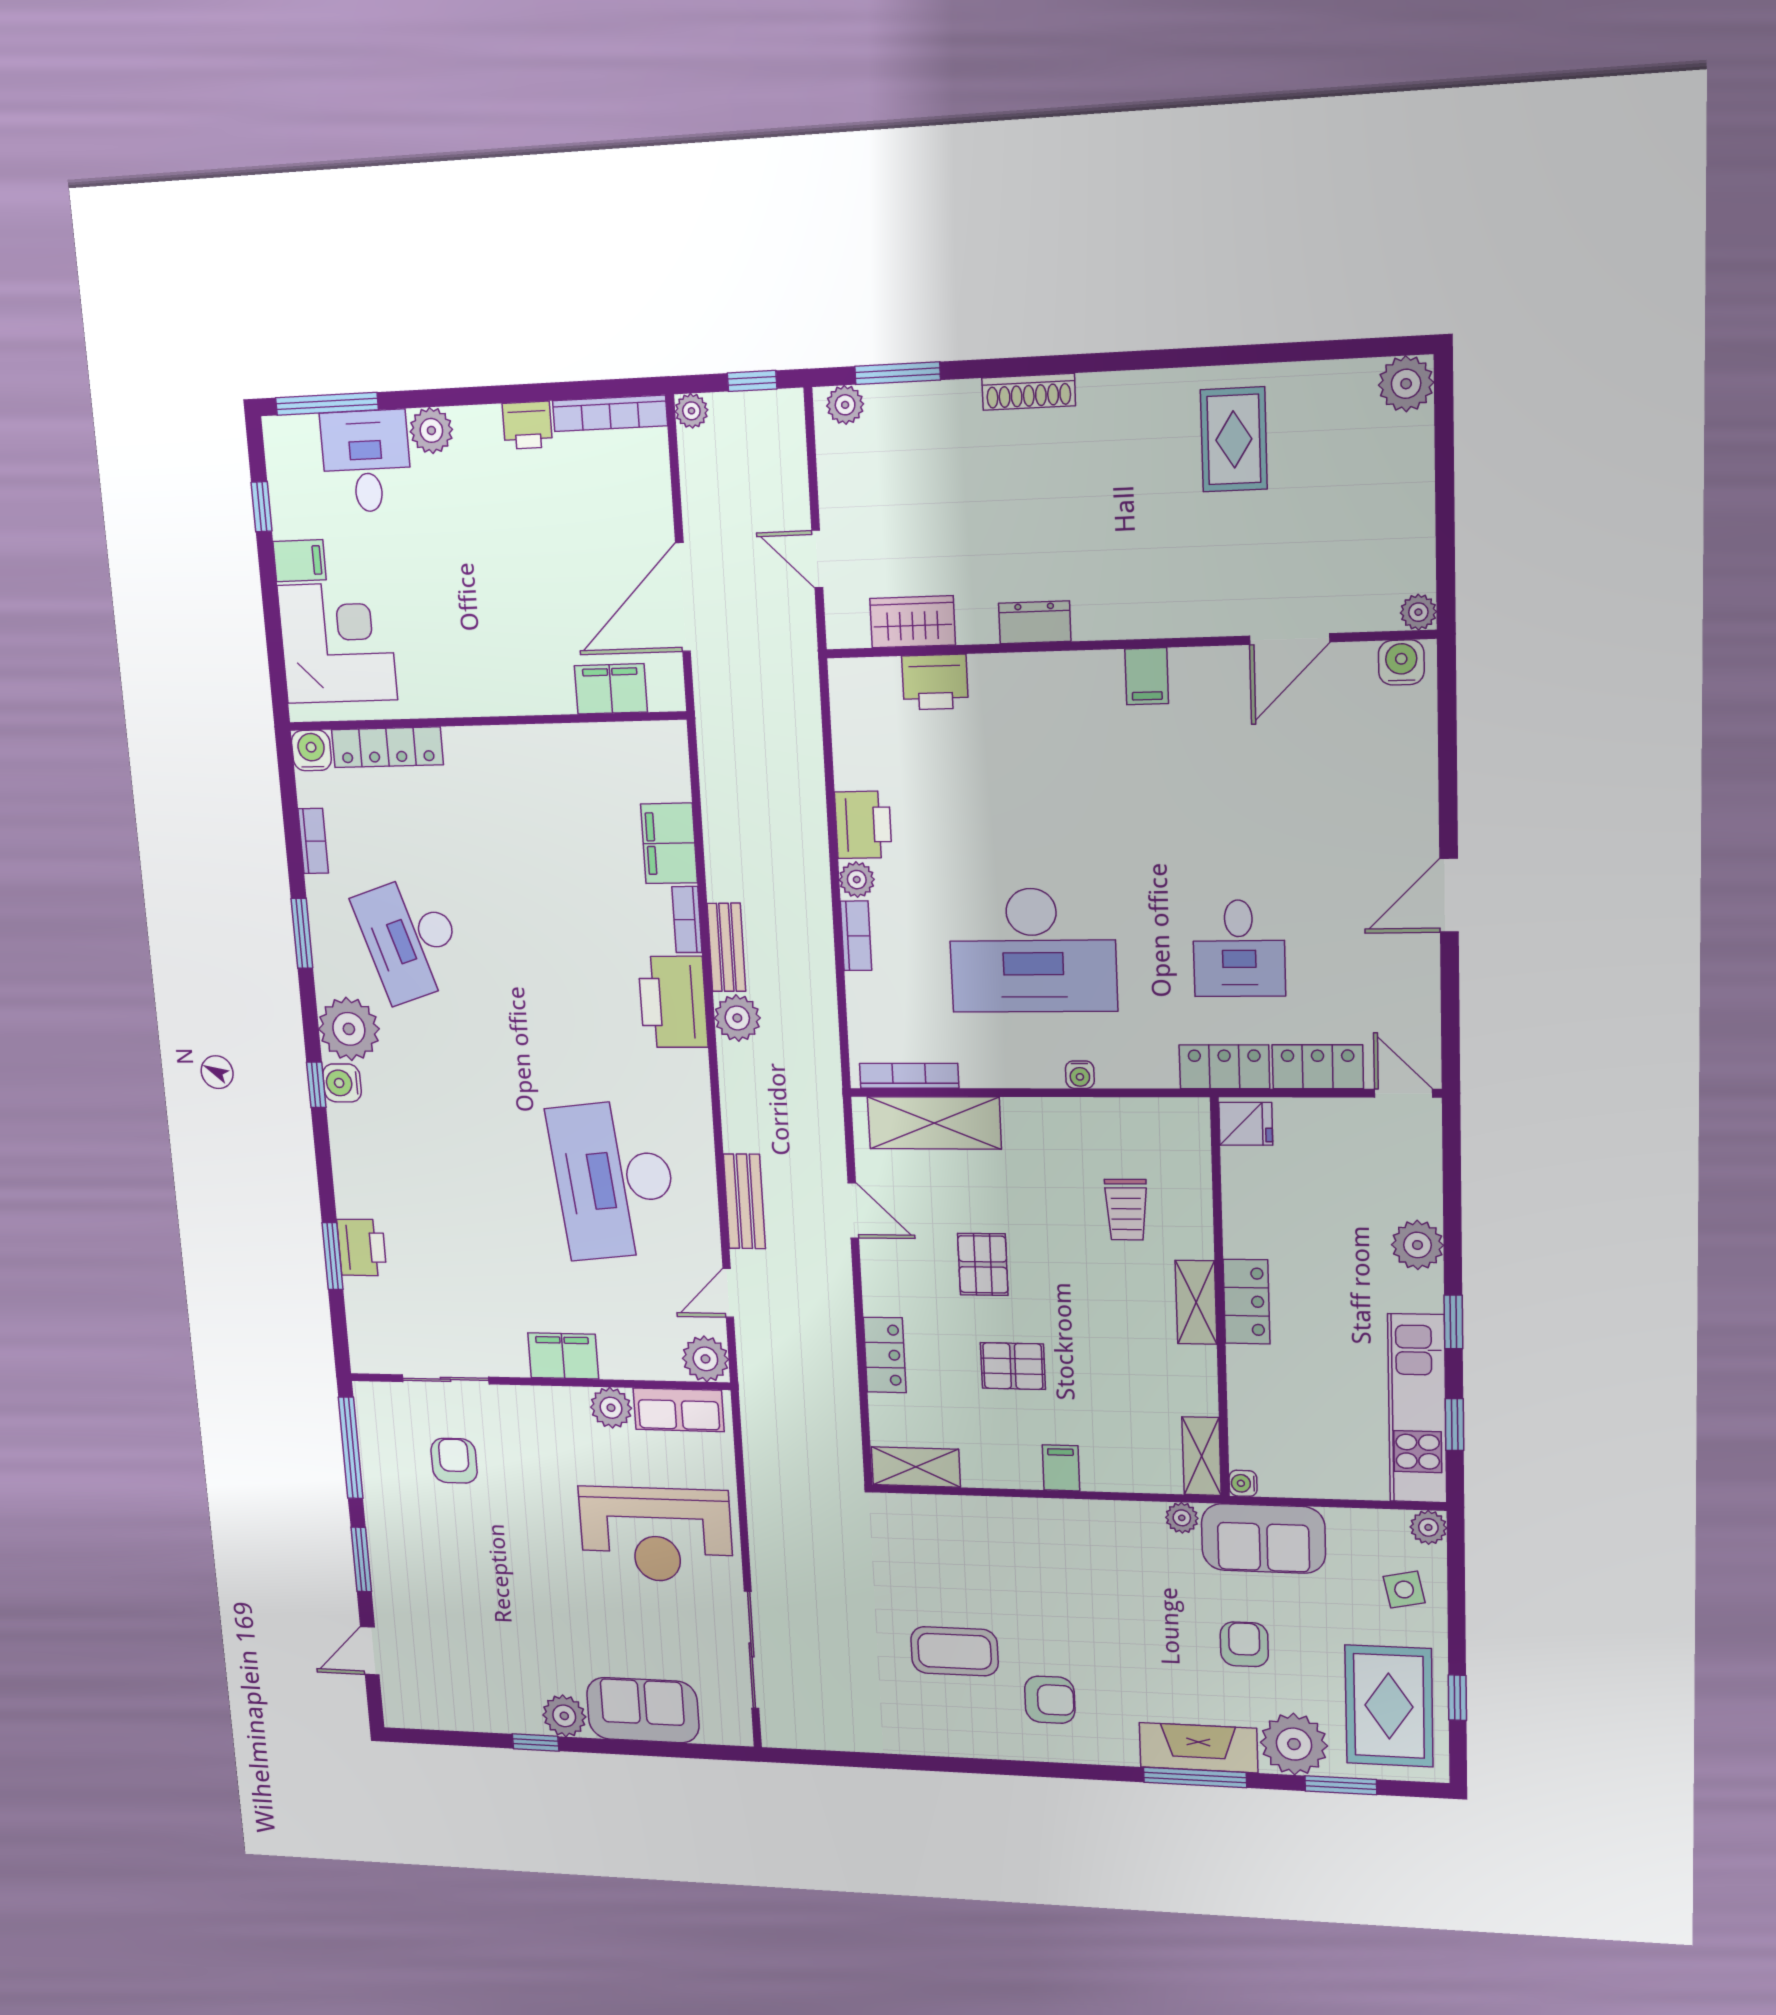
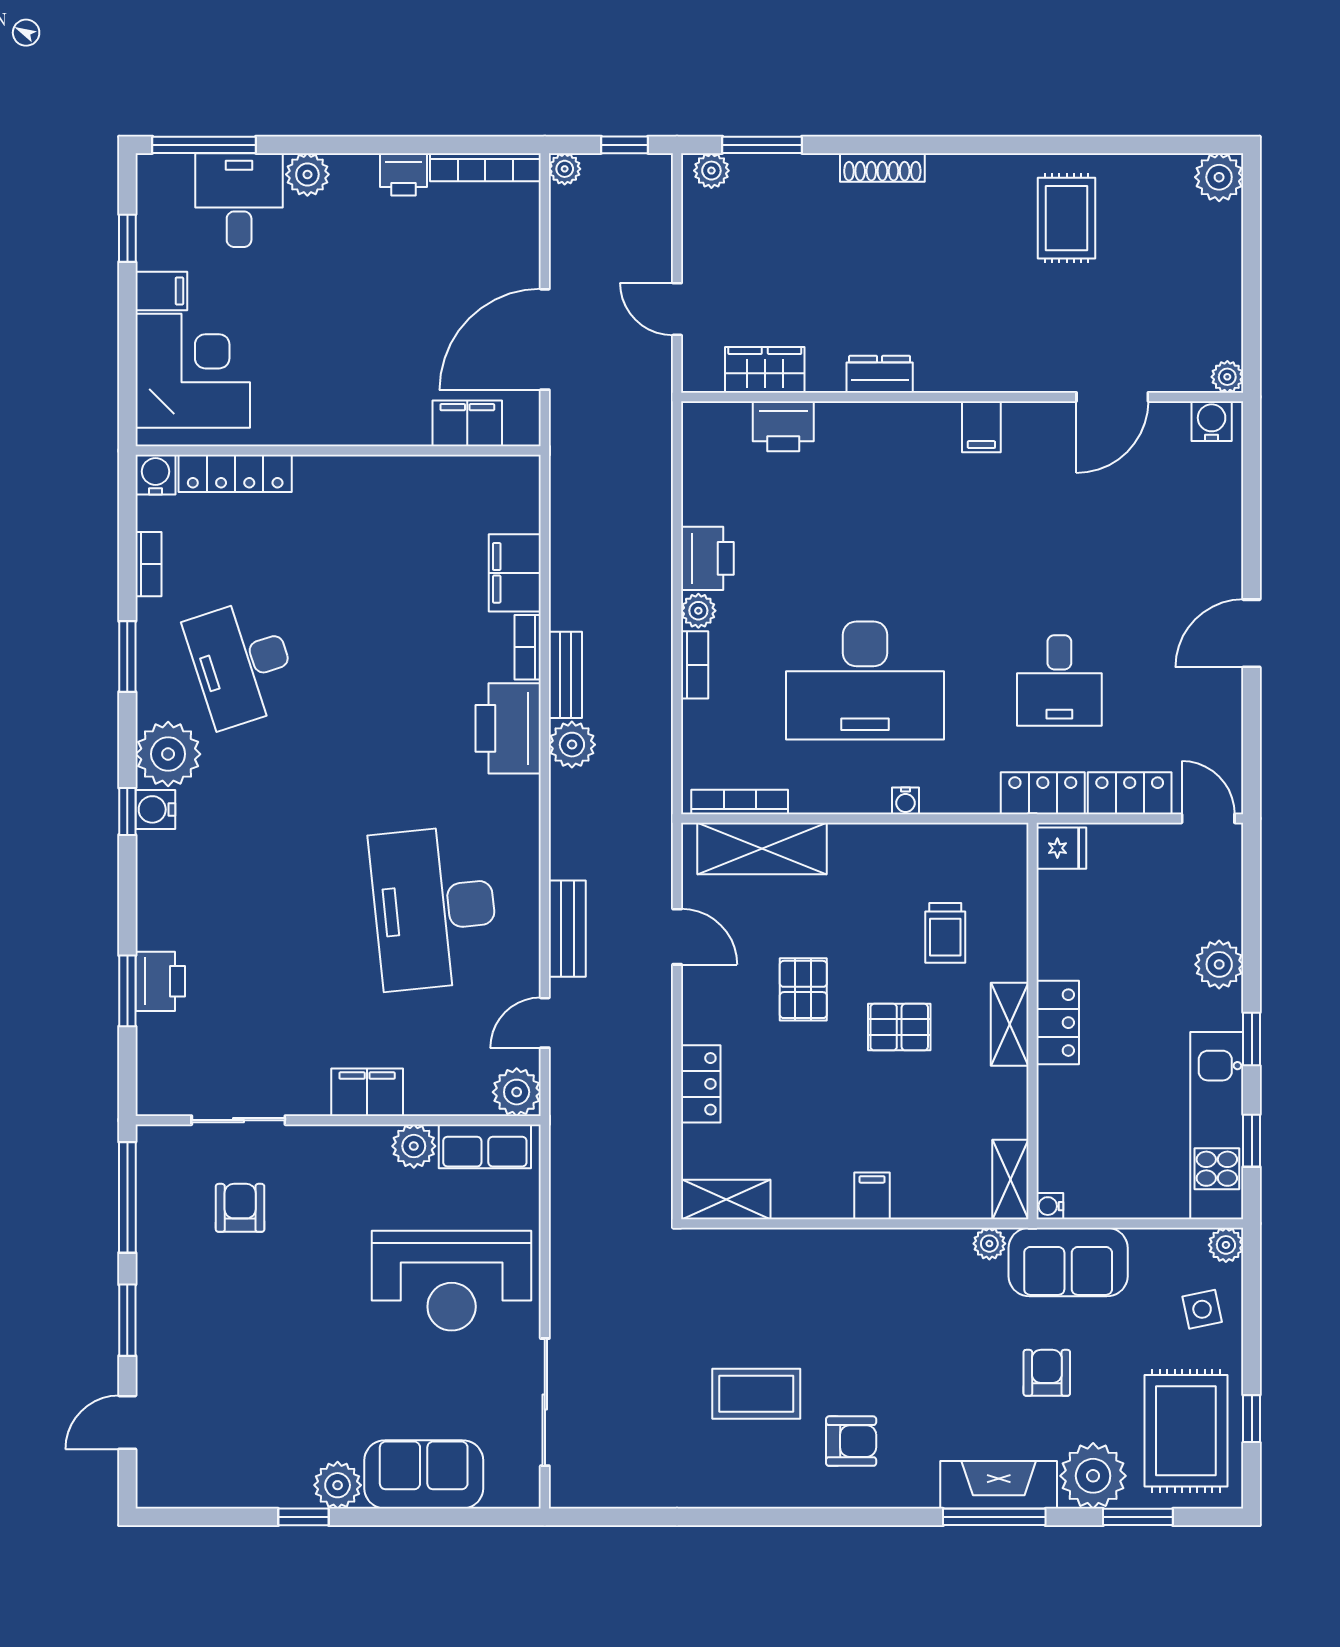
pallet: (1013, 1366) -> (899, 1027), moved

